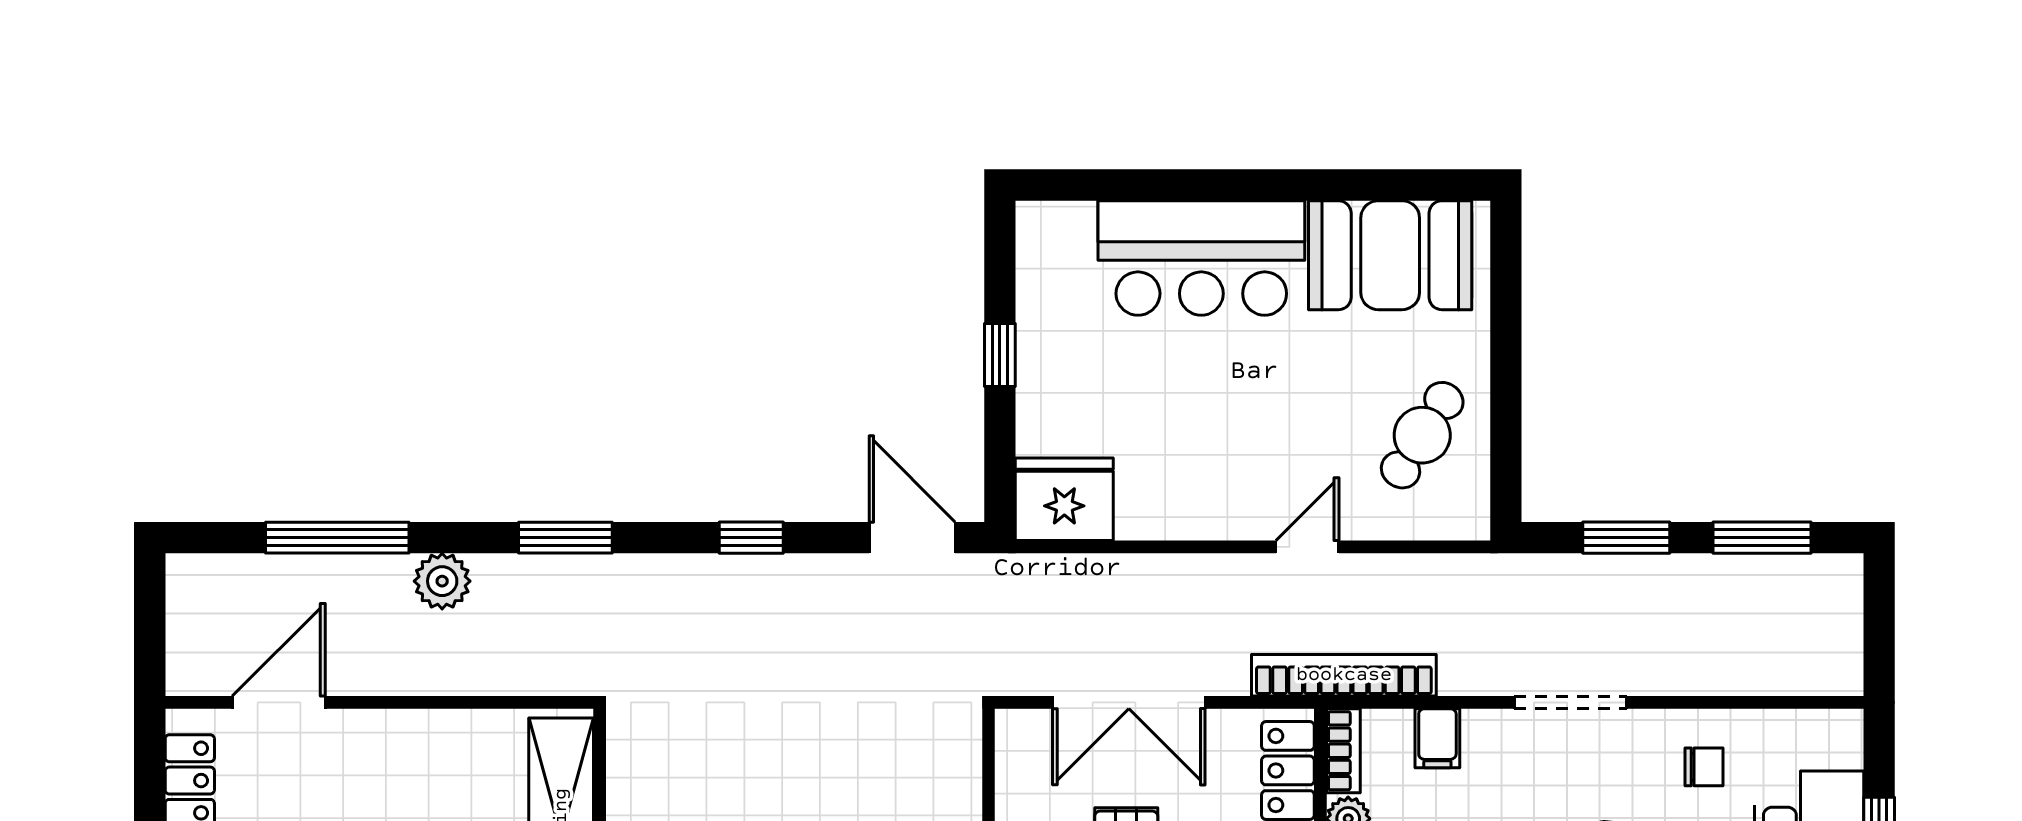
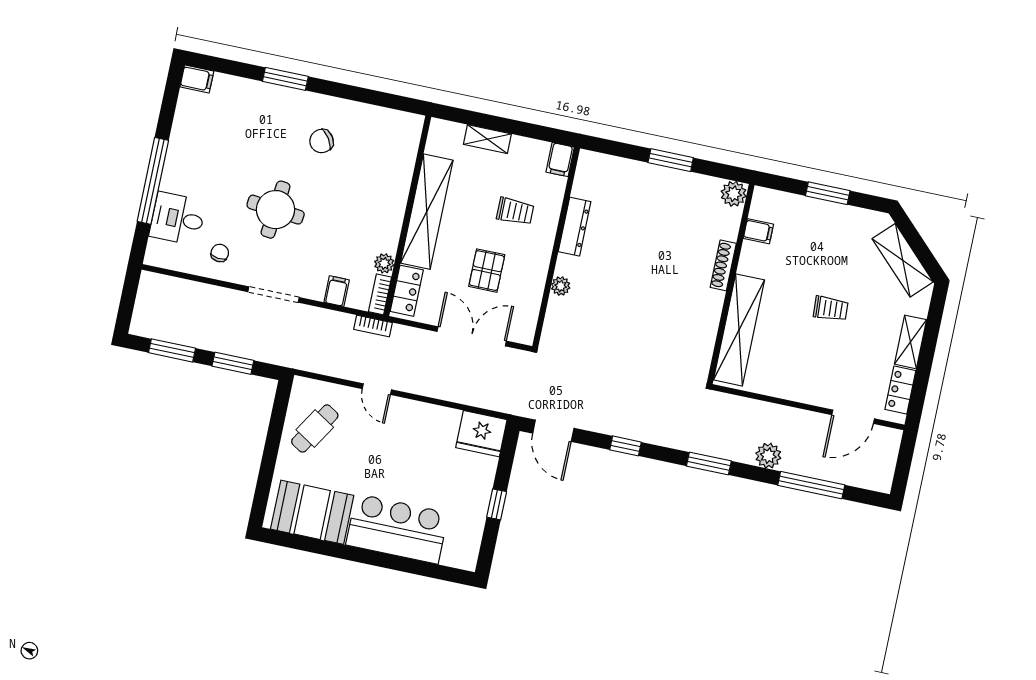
door: (1307, 547) -> (377, 389), hinge flipped
bookcase: (1344, 675) -> (373, 326), width x0.43, depth x0.76
chair: (1704, 767) -> (220, 253), turned 97

